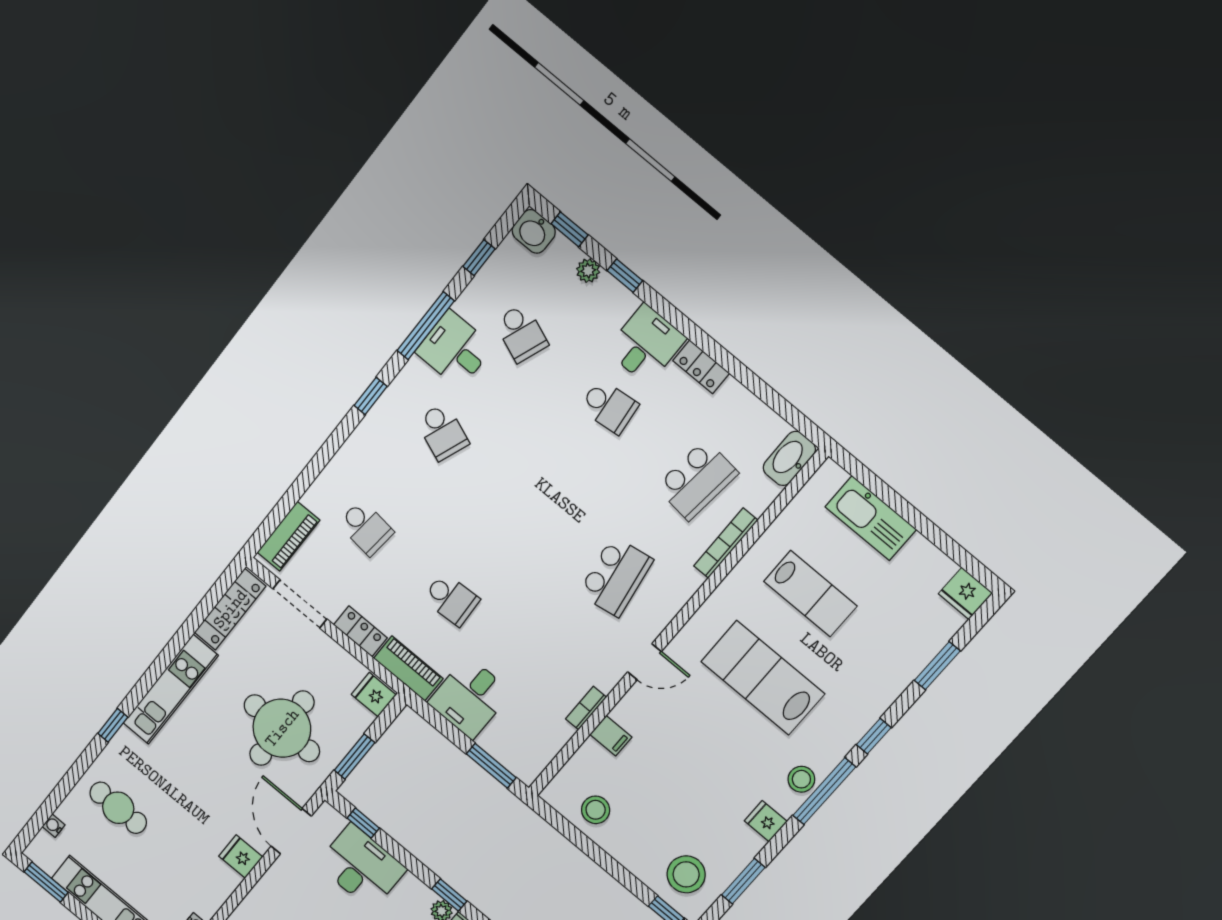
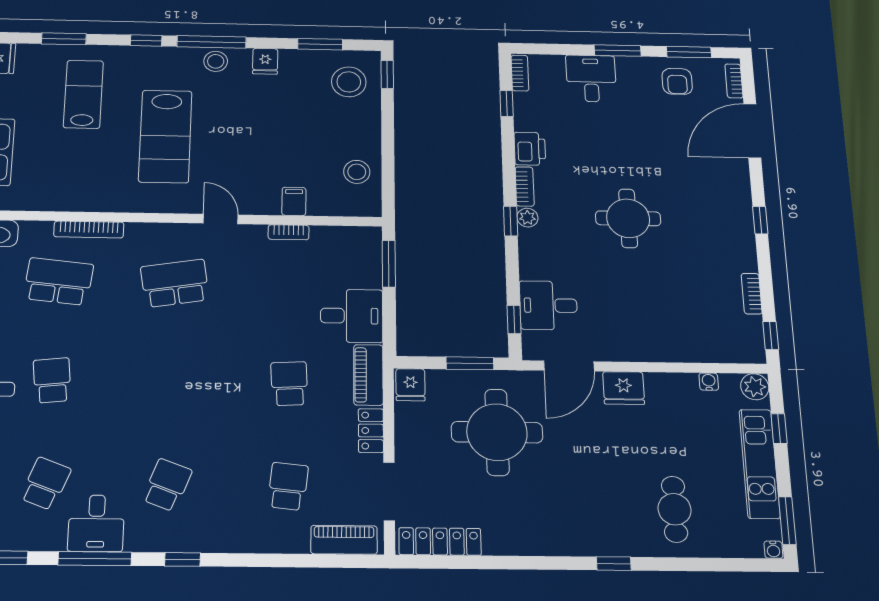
lab bench: (810, 594) -> (83, 94), moved
kitchen unit: (171, 689) -> (544, 540), removed
water cooler: (54, 826) -> (773, 550), moved
fridge: (241, 857) -> (624, 388), width x1.38
desk: (361, 867) -> (548, 305), width x0.73

